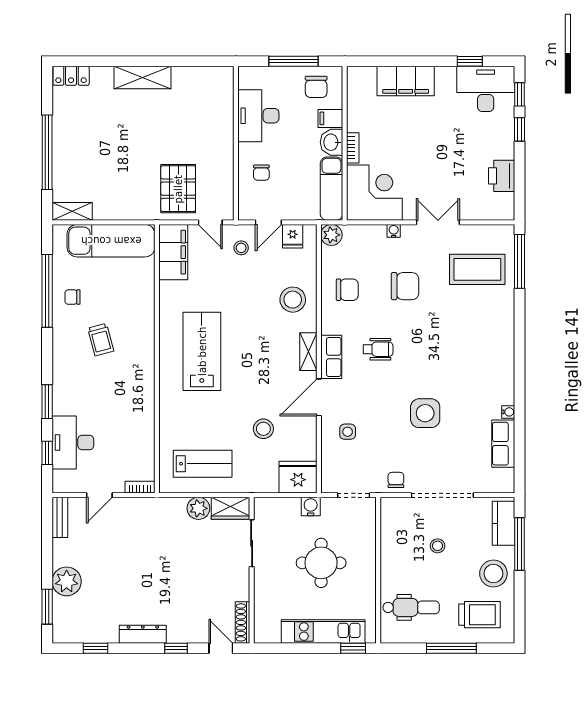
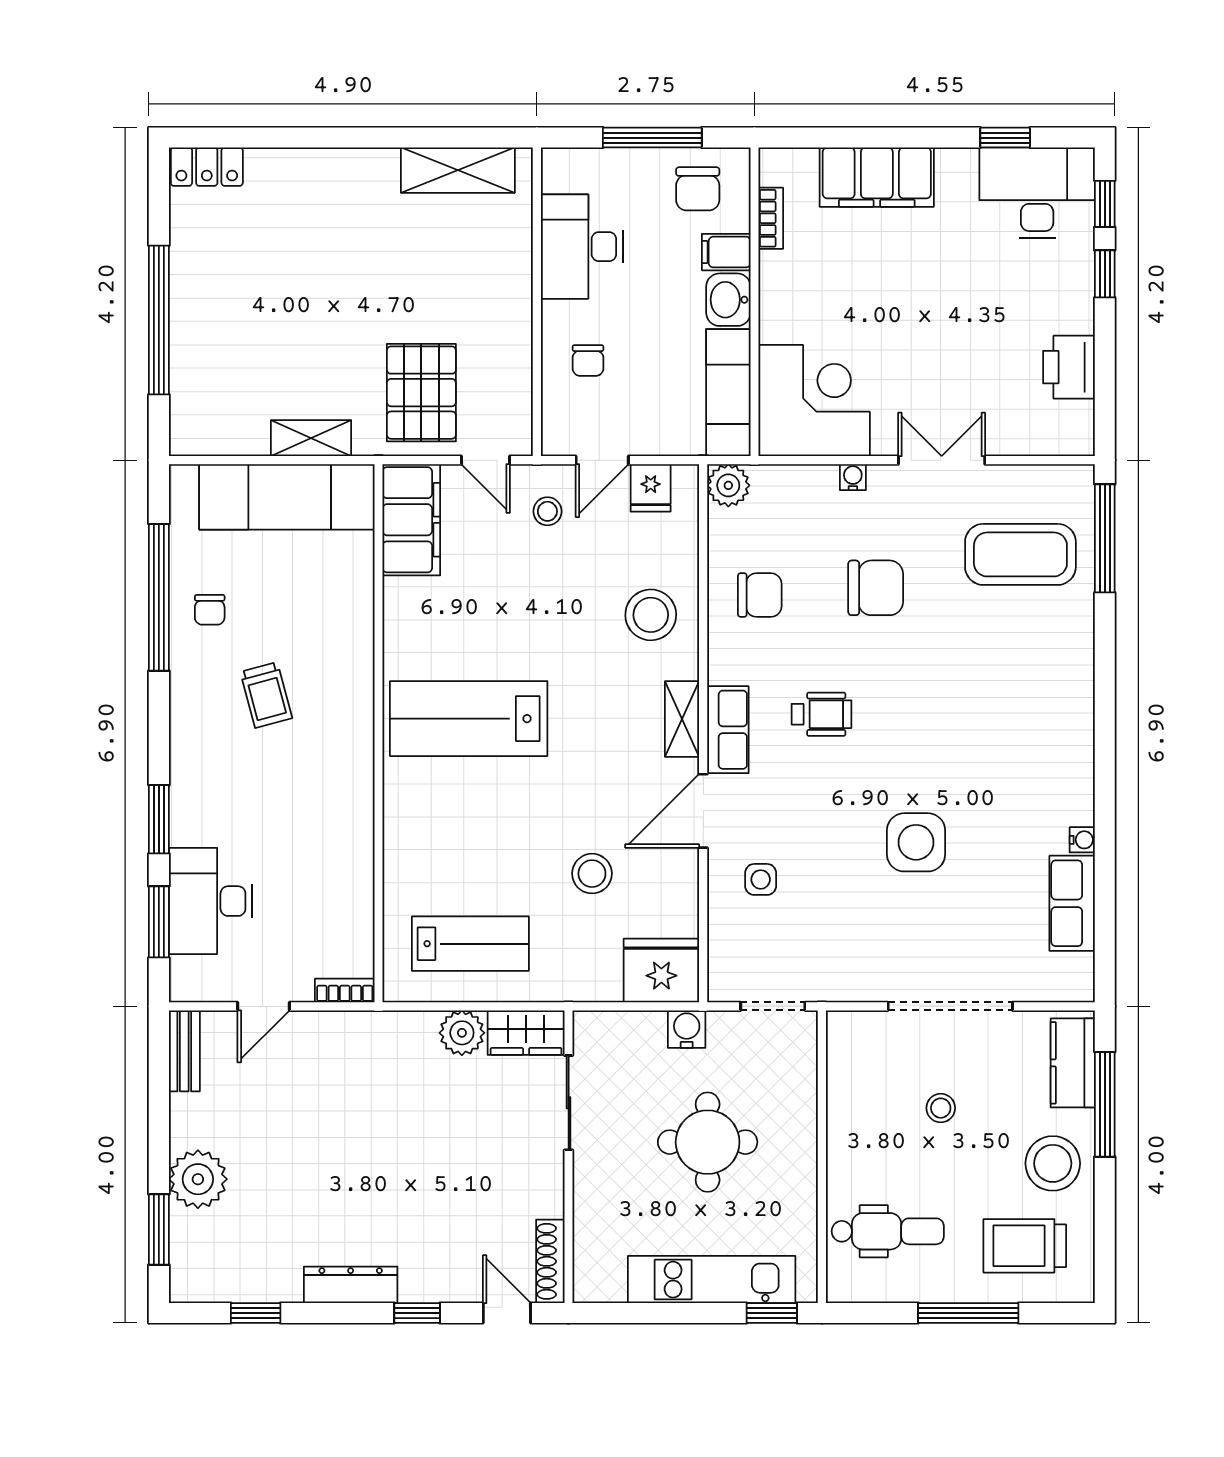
shelving: (142, 78) -> (458, 170), moved
bookcase: (353, 148) -> (771, 218), moved
shelving: (72, 211) -> (311, 438), moved
chair: (72, 297) -> (210, 610), turned -90
lab bench: (202, 351) -> (469, 719), turned -90
window: (47, 453) -> (159, 922), width x1.50
chair: (396, 480) -> (857, 976), removed
trolley: (479, 615) -> (1025, 1246), turned 180

